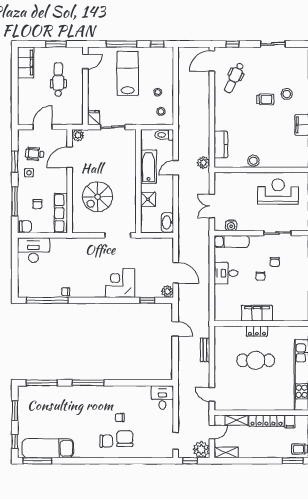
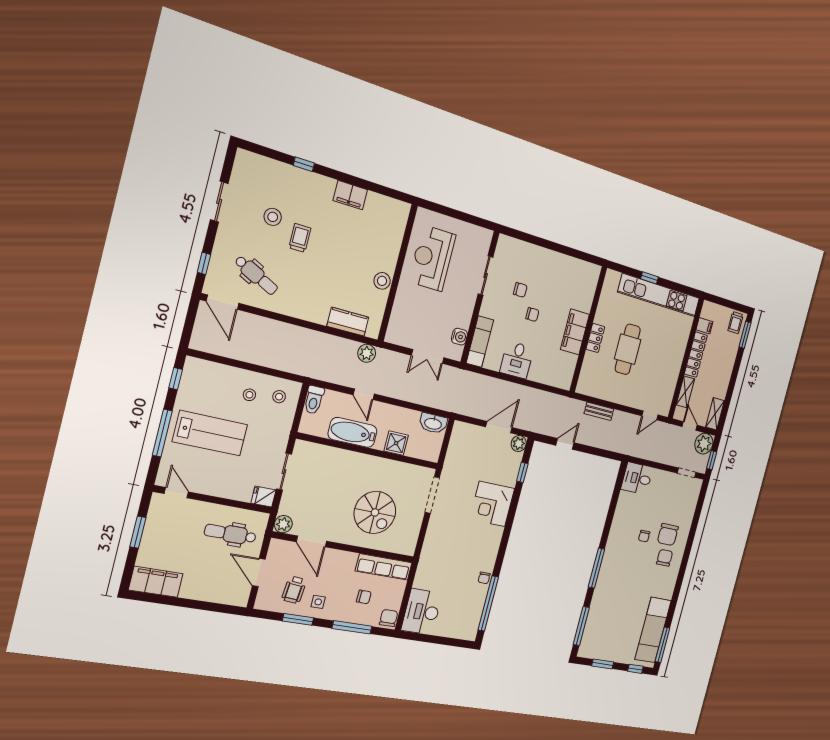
lab bench: (128, 73) -> (210, 433), turned 180
dental chair: (58, 79) -> (230, 534), moved
stool: (287, 94) -> (273, 217), moved
chair: (125, 439) -> (668, 534), turned -90

